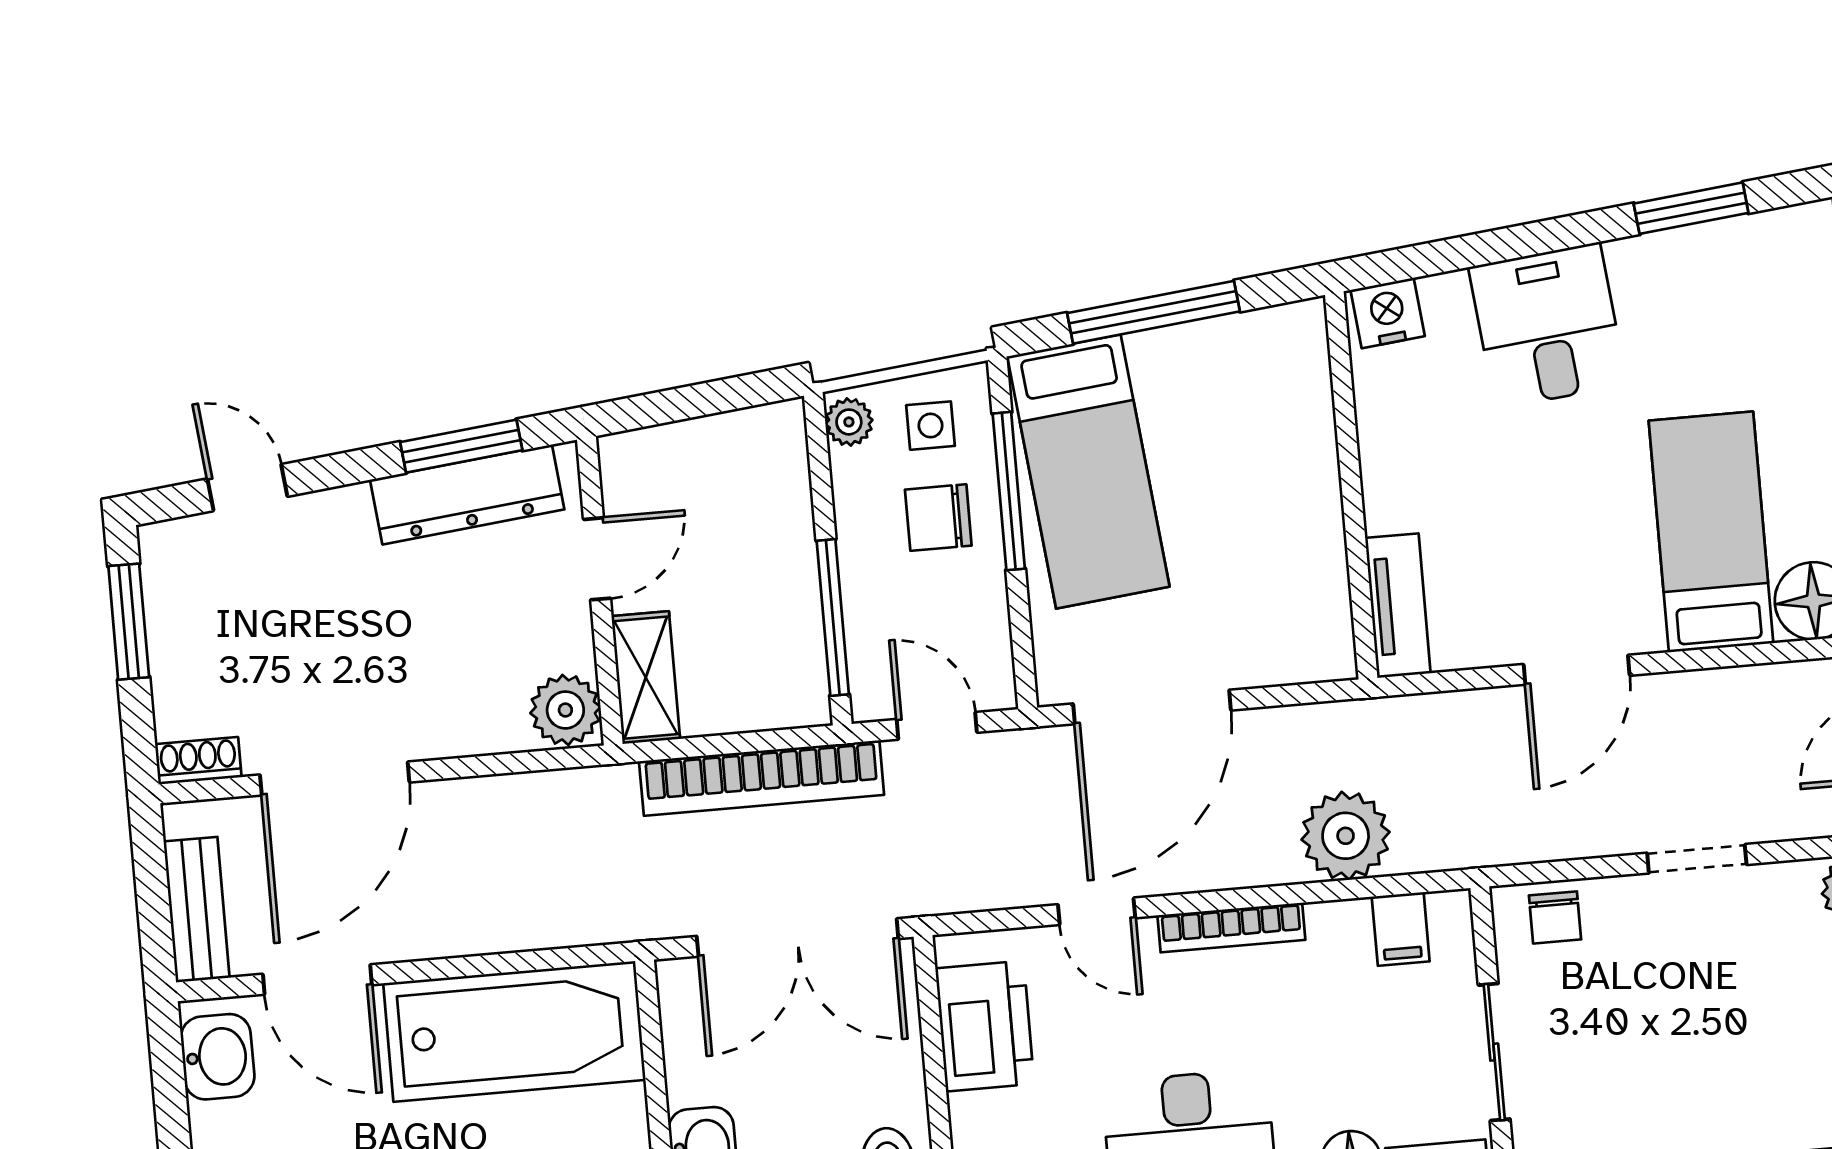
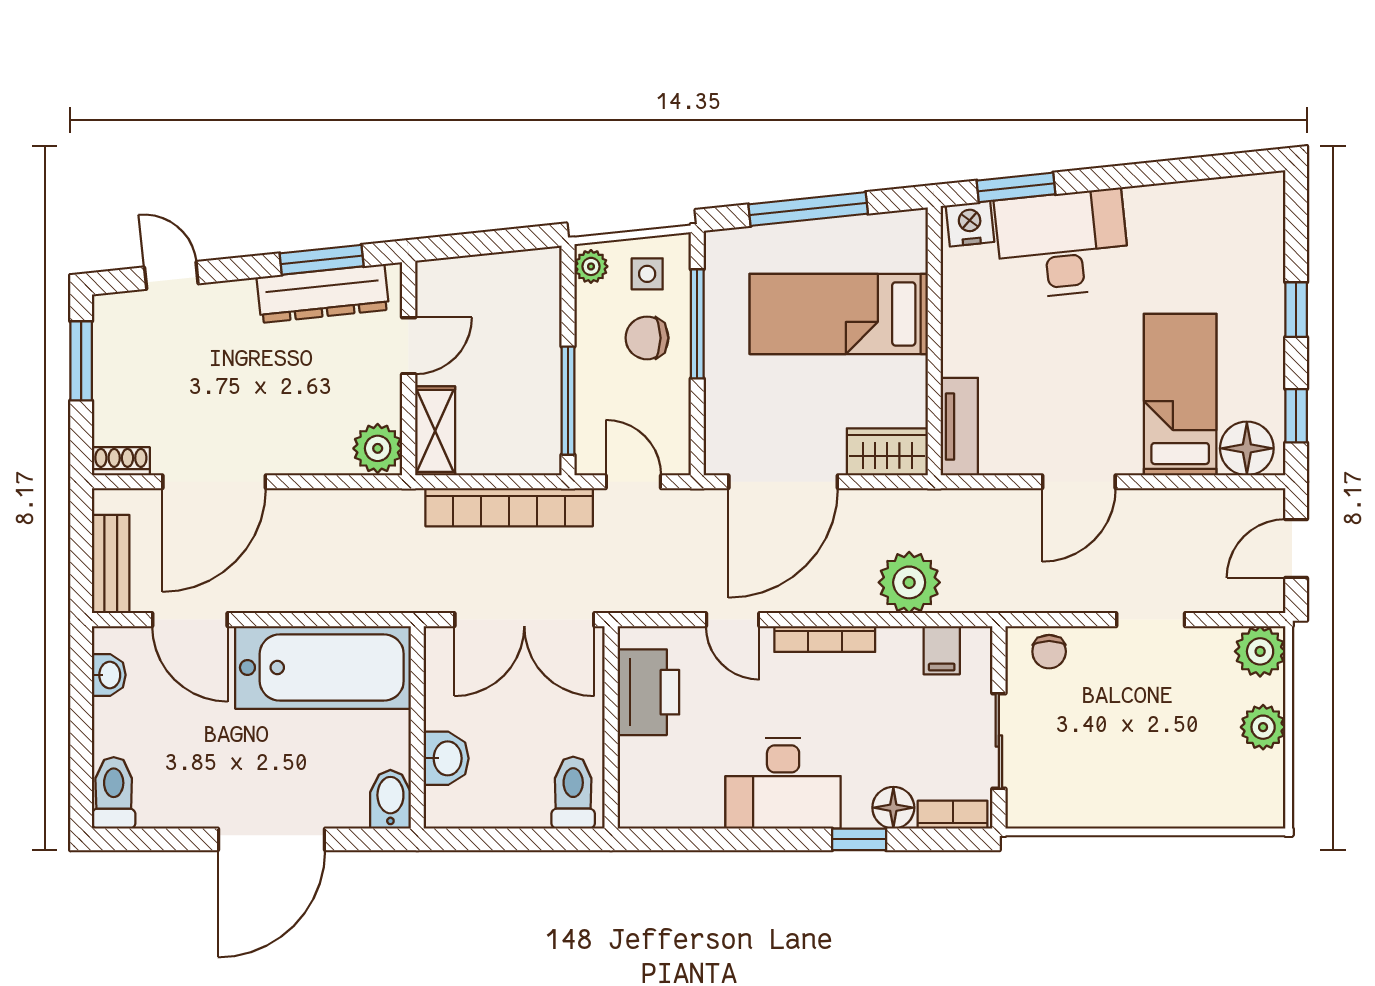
window: (1691, 208) -> (1016, 187), moved
desk: (1548, 326) -> (1062, 244), width x1.37
bed: (1088, 472) -> (839, 314), moved, turned 96
wardrobe: (1298, 651) -> (887, 452), added
washbasin: (218, 1057) -> (109, 675), width x0.72, depth x0.69

